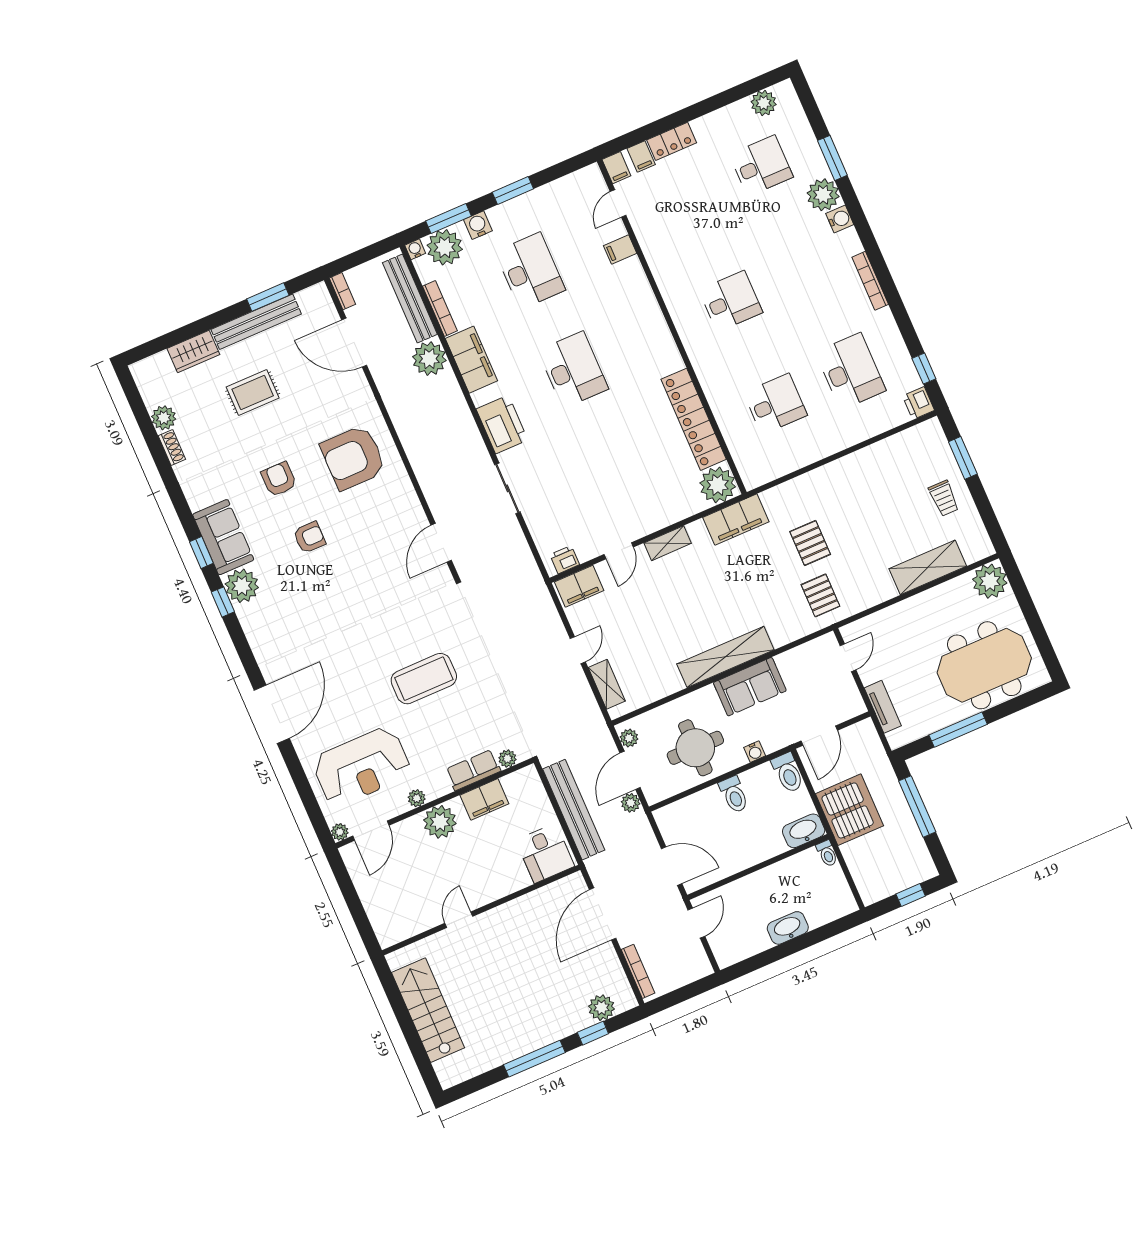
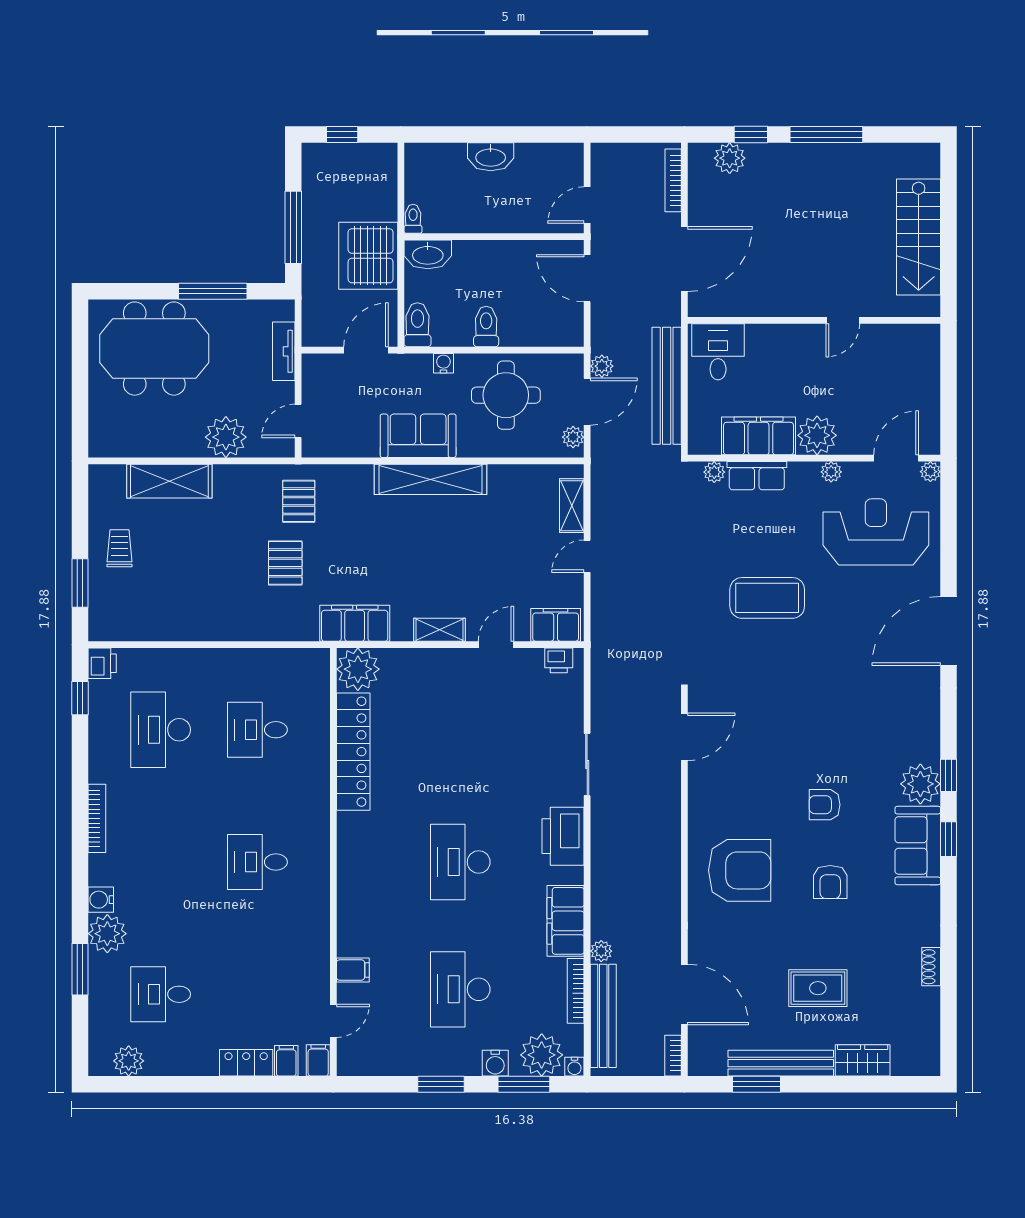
plant: (429, 359) -> (601, 951), width x0.53, depth x0.53
plant: (164, 418) -> (926, 1003), removed
plant: (990, 581) -> (226, 437), moved
filing cabinet: (484, 799) -> (759, 436), width x1.50, depth x1.17

